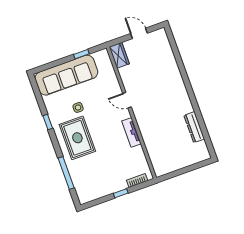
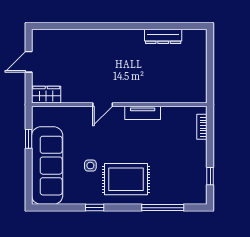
window: (121, 193) -> (210, 176), moved

